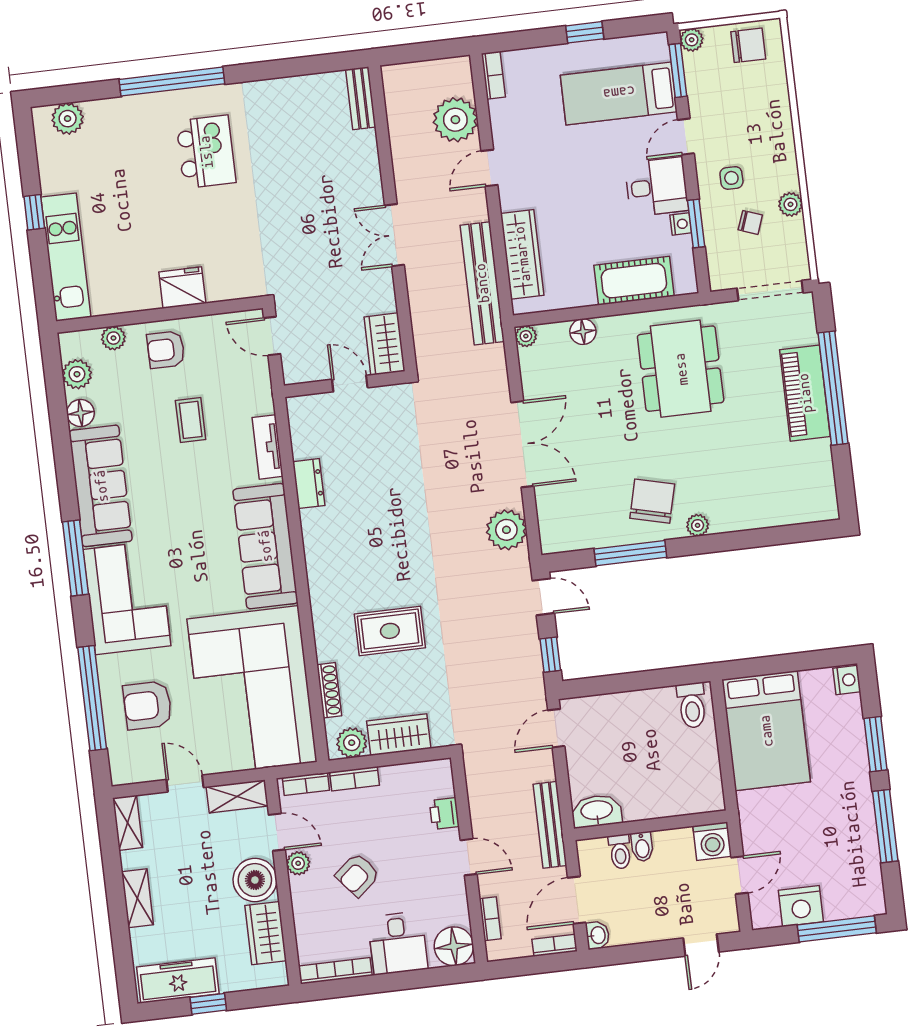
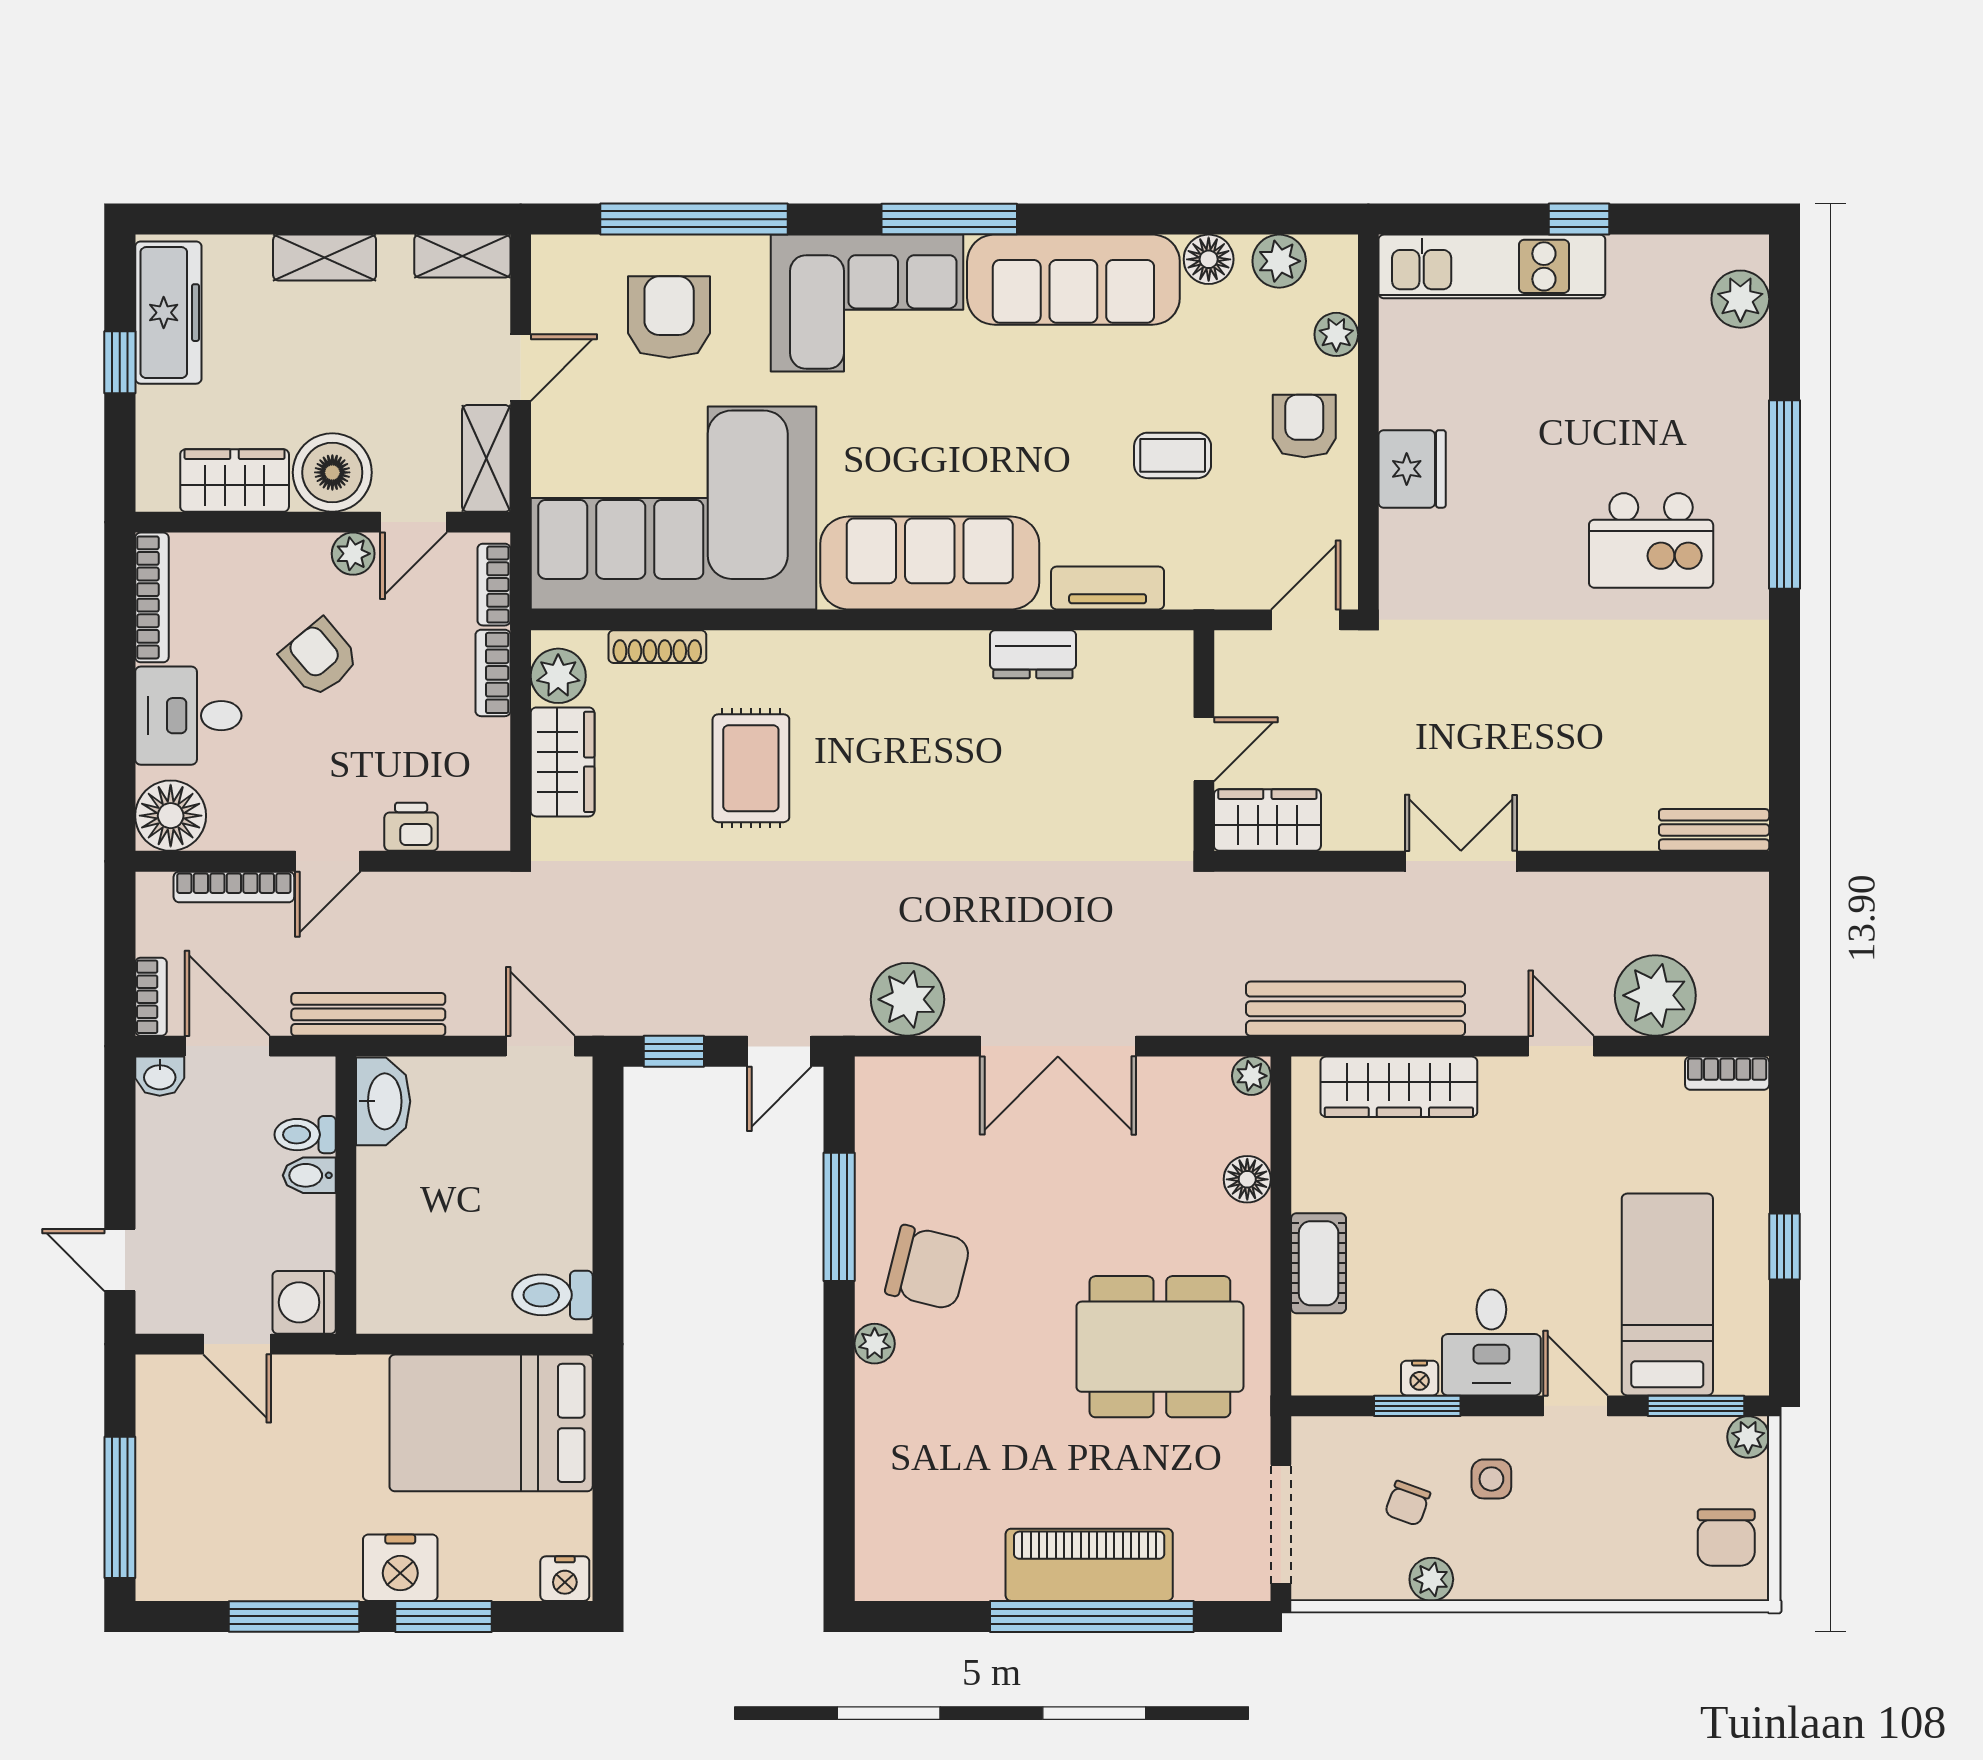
cot: (634, 281) -> (1319, 1263), width x0.73, depth x0.75
nightstand: (801, 906) -> (400, 1568), moved, turned -90
bookcase: (490, 919) -> (234, 887), width x1.56

